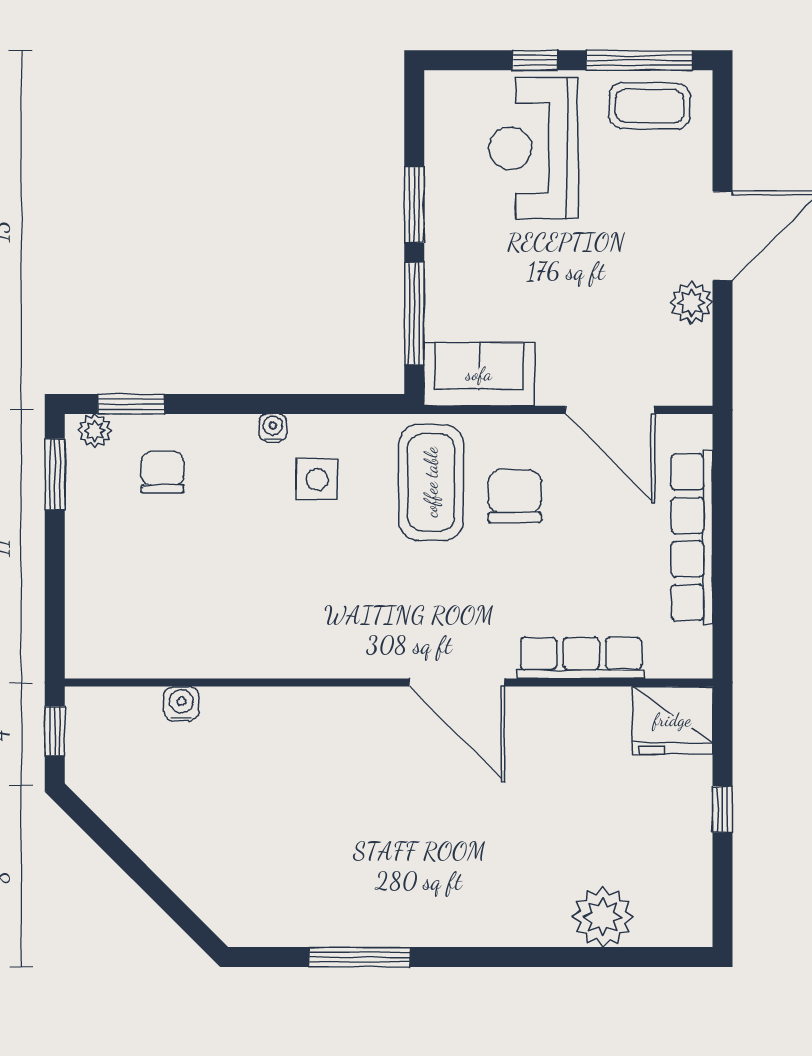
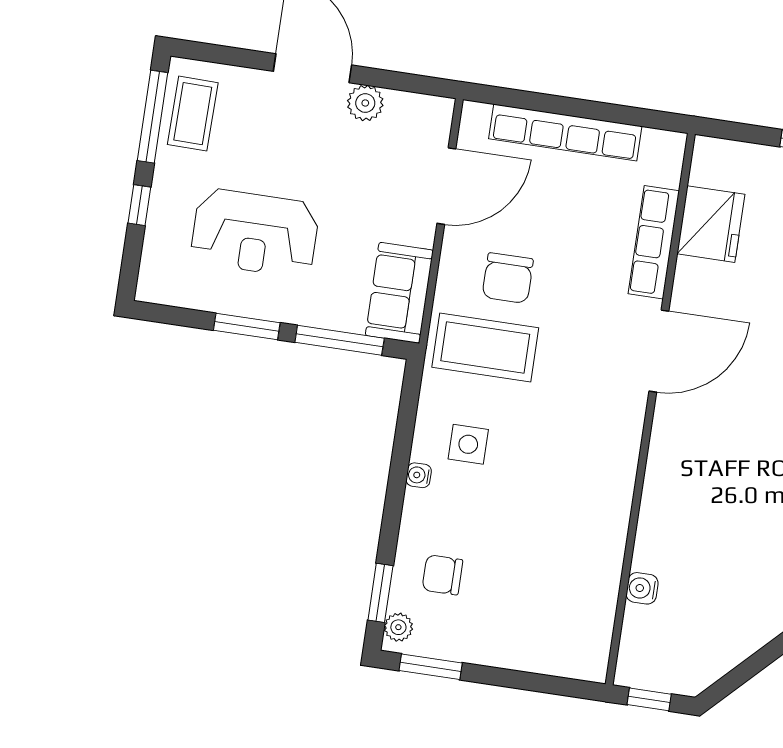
reception desk: (533, 148) -> (255, 233), moved
chair: (515, 496) -> (508, 278), turned -90
fridge: (672, 720) -> (711, 224), moved

